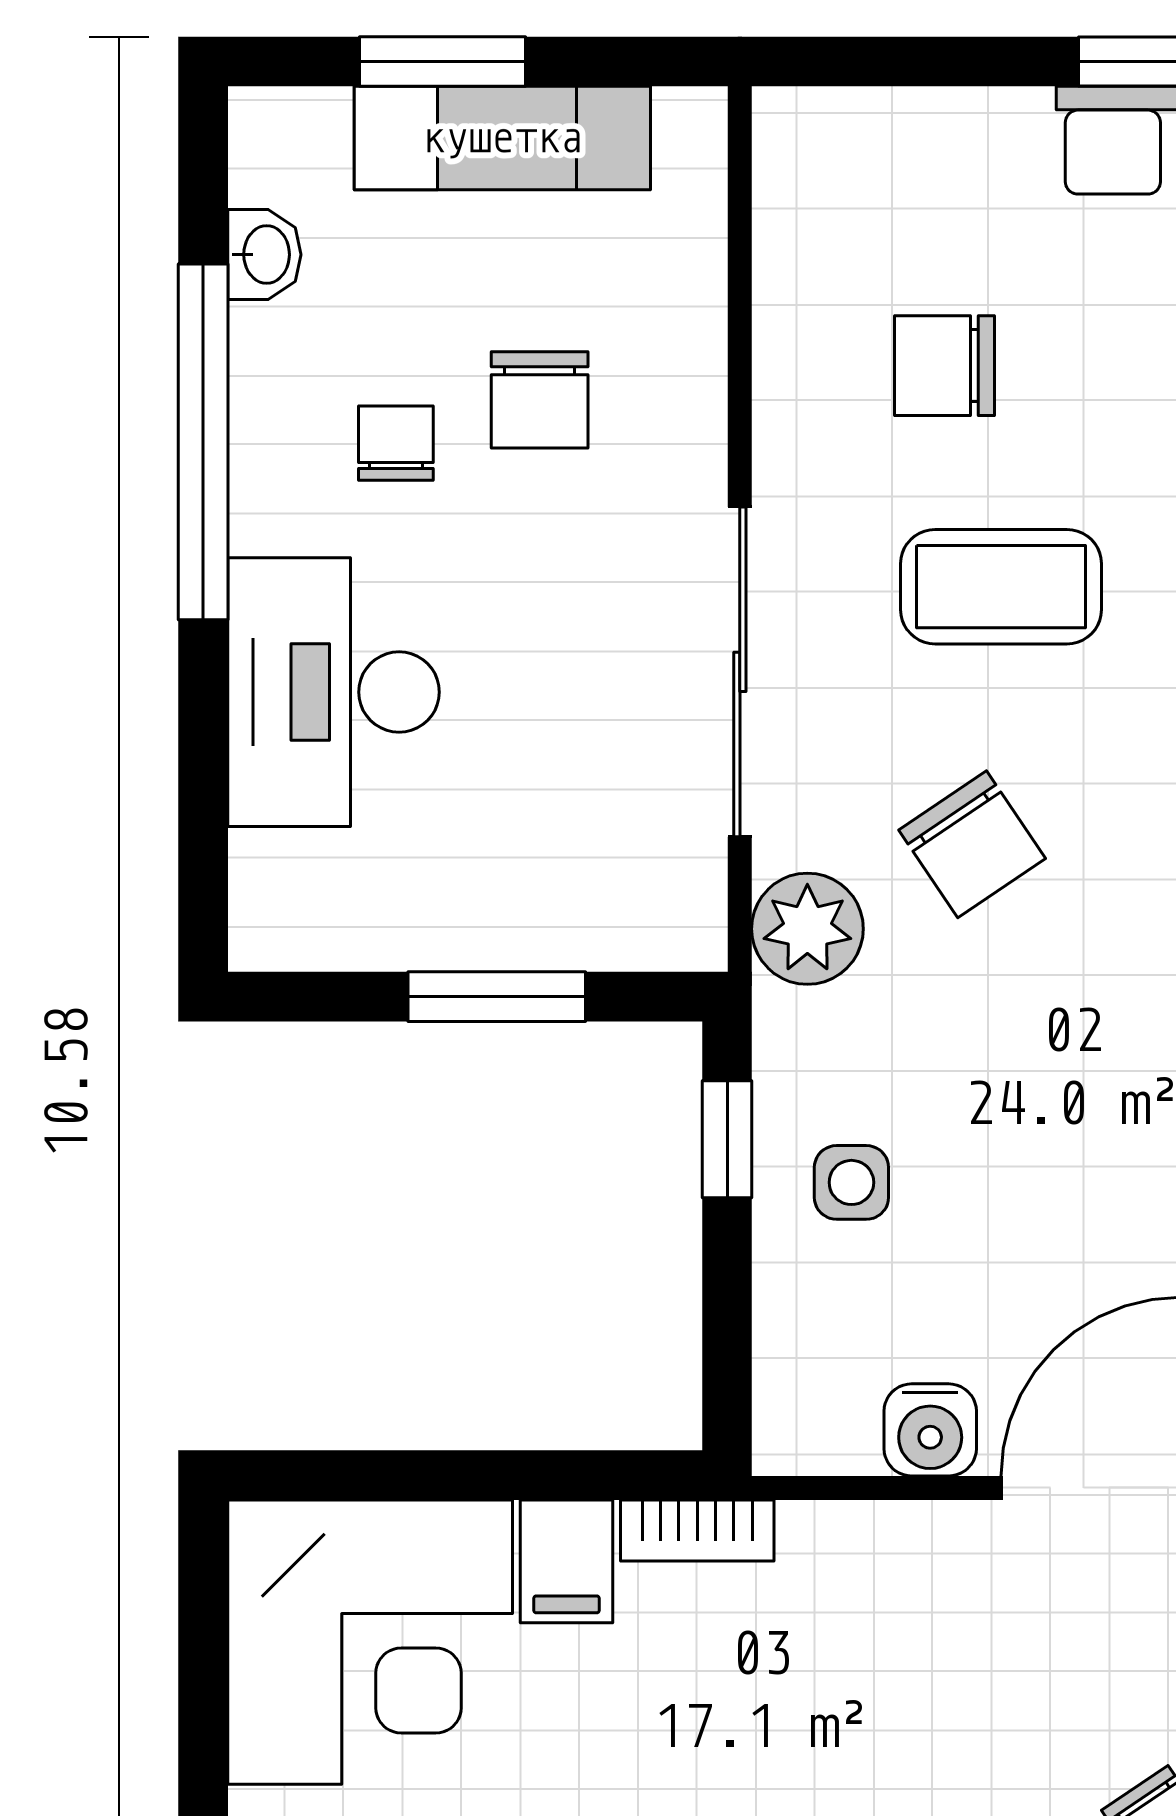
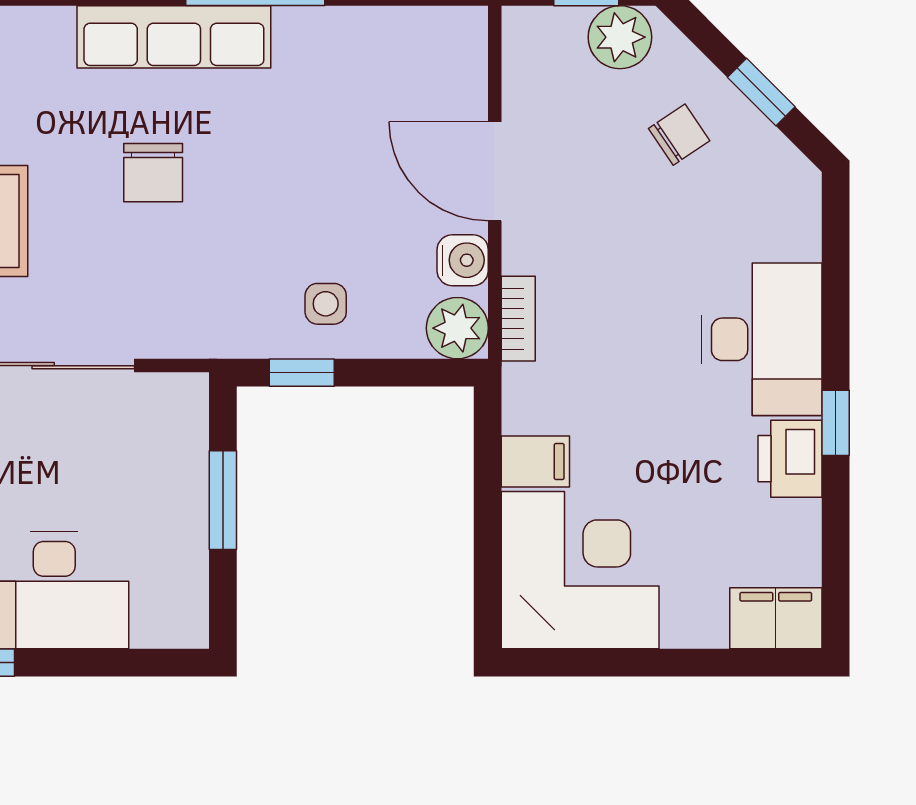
chair: (972, 844) -> (153, 173), moved, turned 124
plant: (807, 929) -> (457, 328), moved
bookcase: (697, 1530) -> (518, 319), moved

